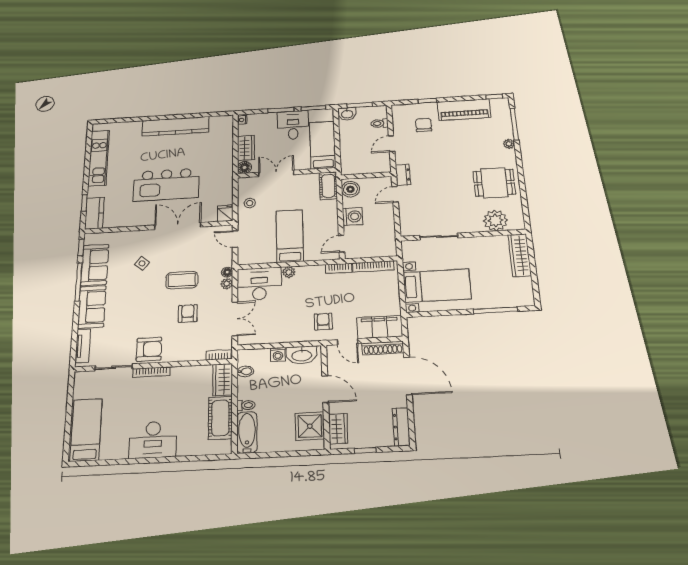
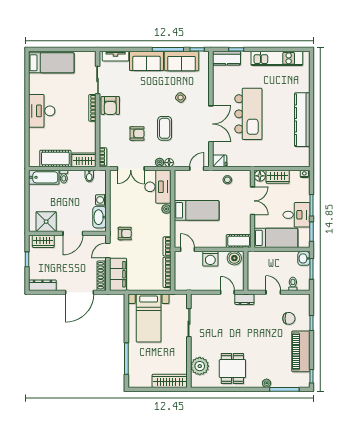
kitchen island: (166, 185) -> (248, 114), turned 180

